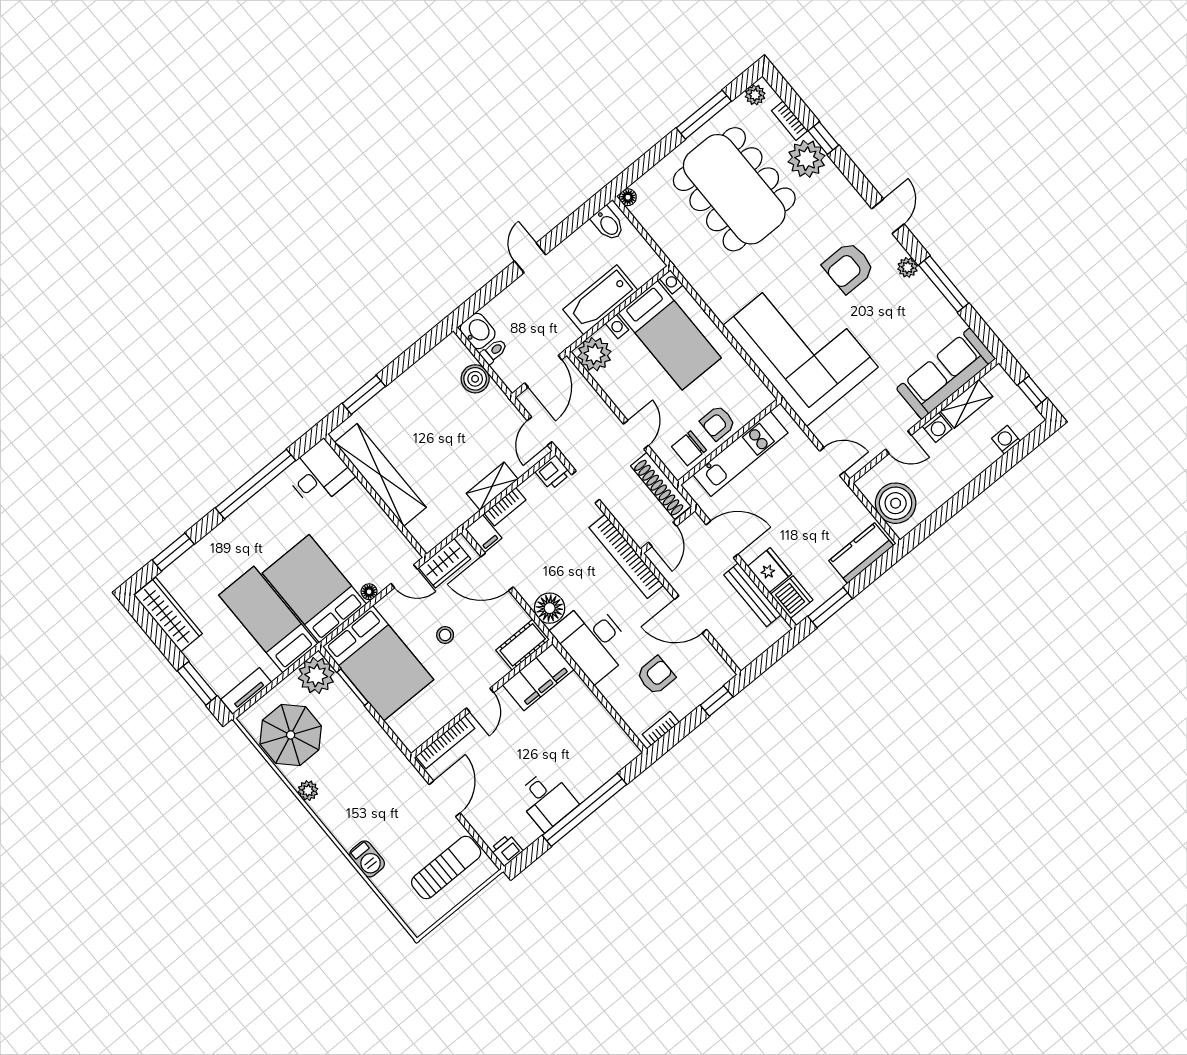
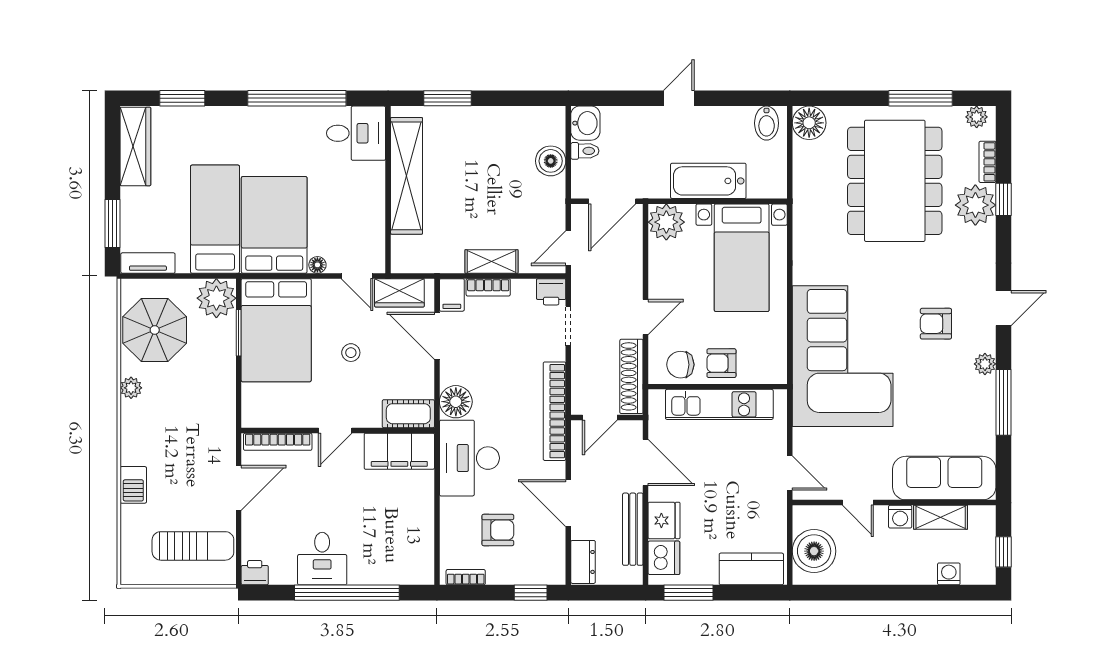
floor lamp: (628, 197) -> (809, 123), width x1.89, depth x1.89
armchair: (848, 268) -> (936, 324), width x0.72, depth x0.72
dresser: (736, 648) -> (583, 562), added

